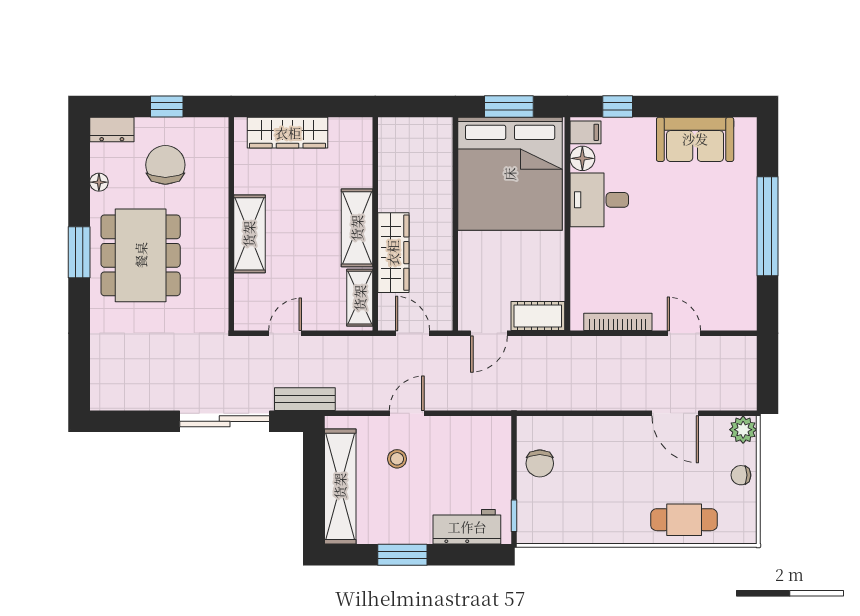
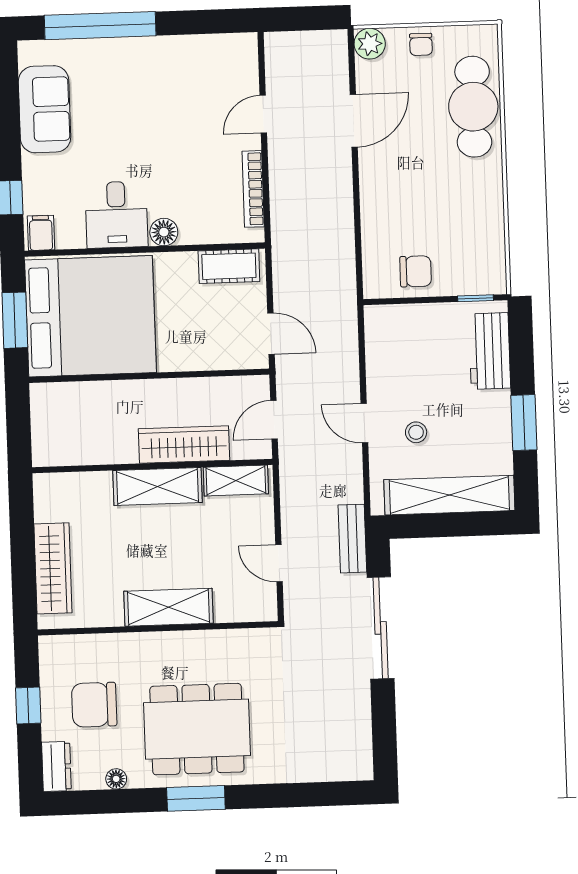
floor lamp: (582, 158) -> (164, 232), moved
window: (768, 226) -> (100, 26), moved
cot: (538, 316) -> (229, 266), moved, turned 90
cafe table: (684, 520) -> (473, 107), width x1.37, depth x1.35

